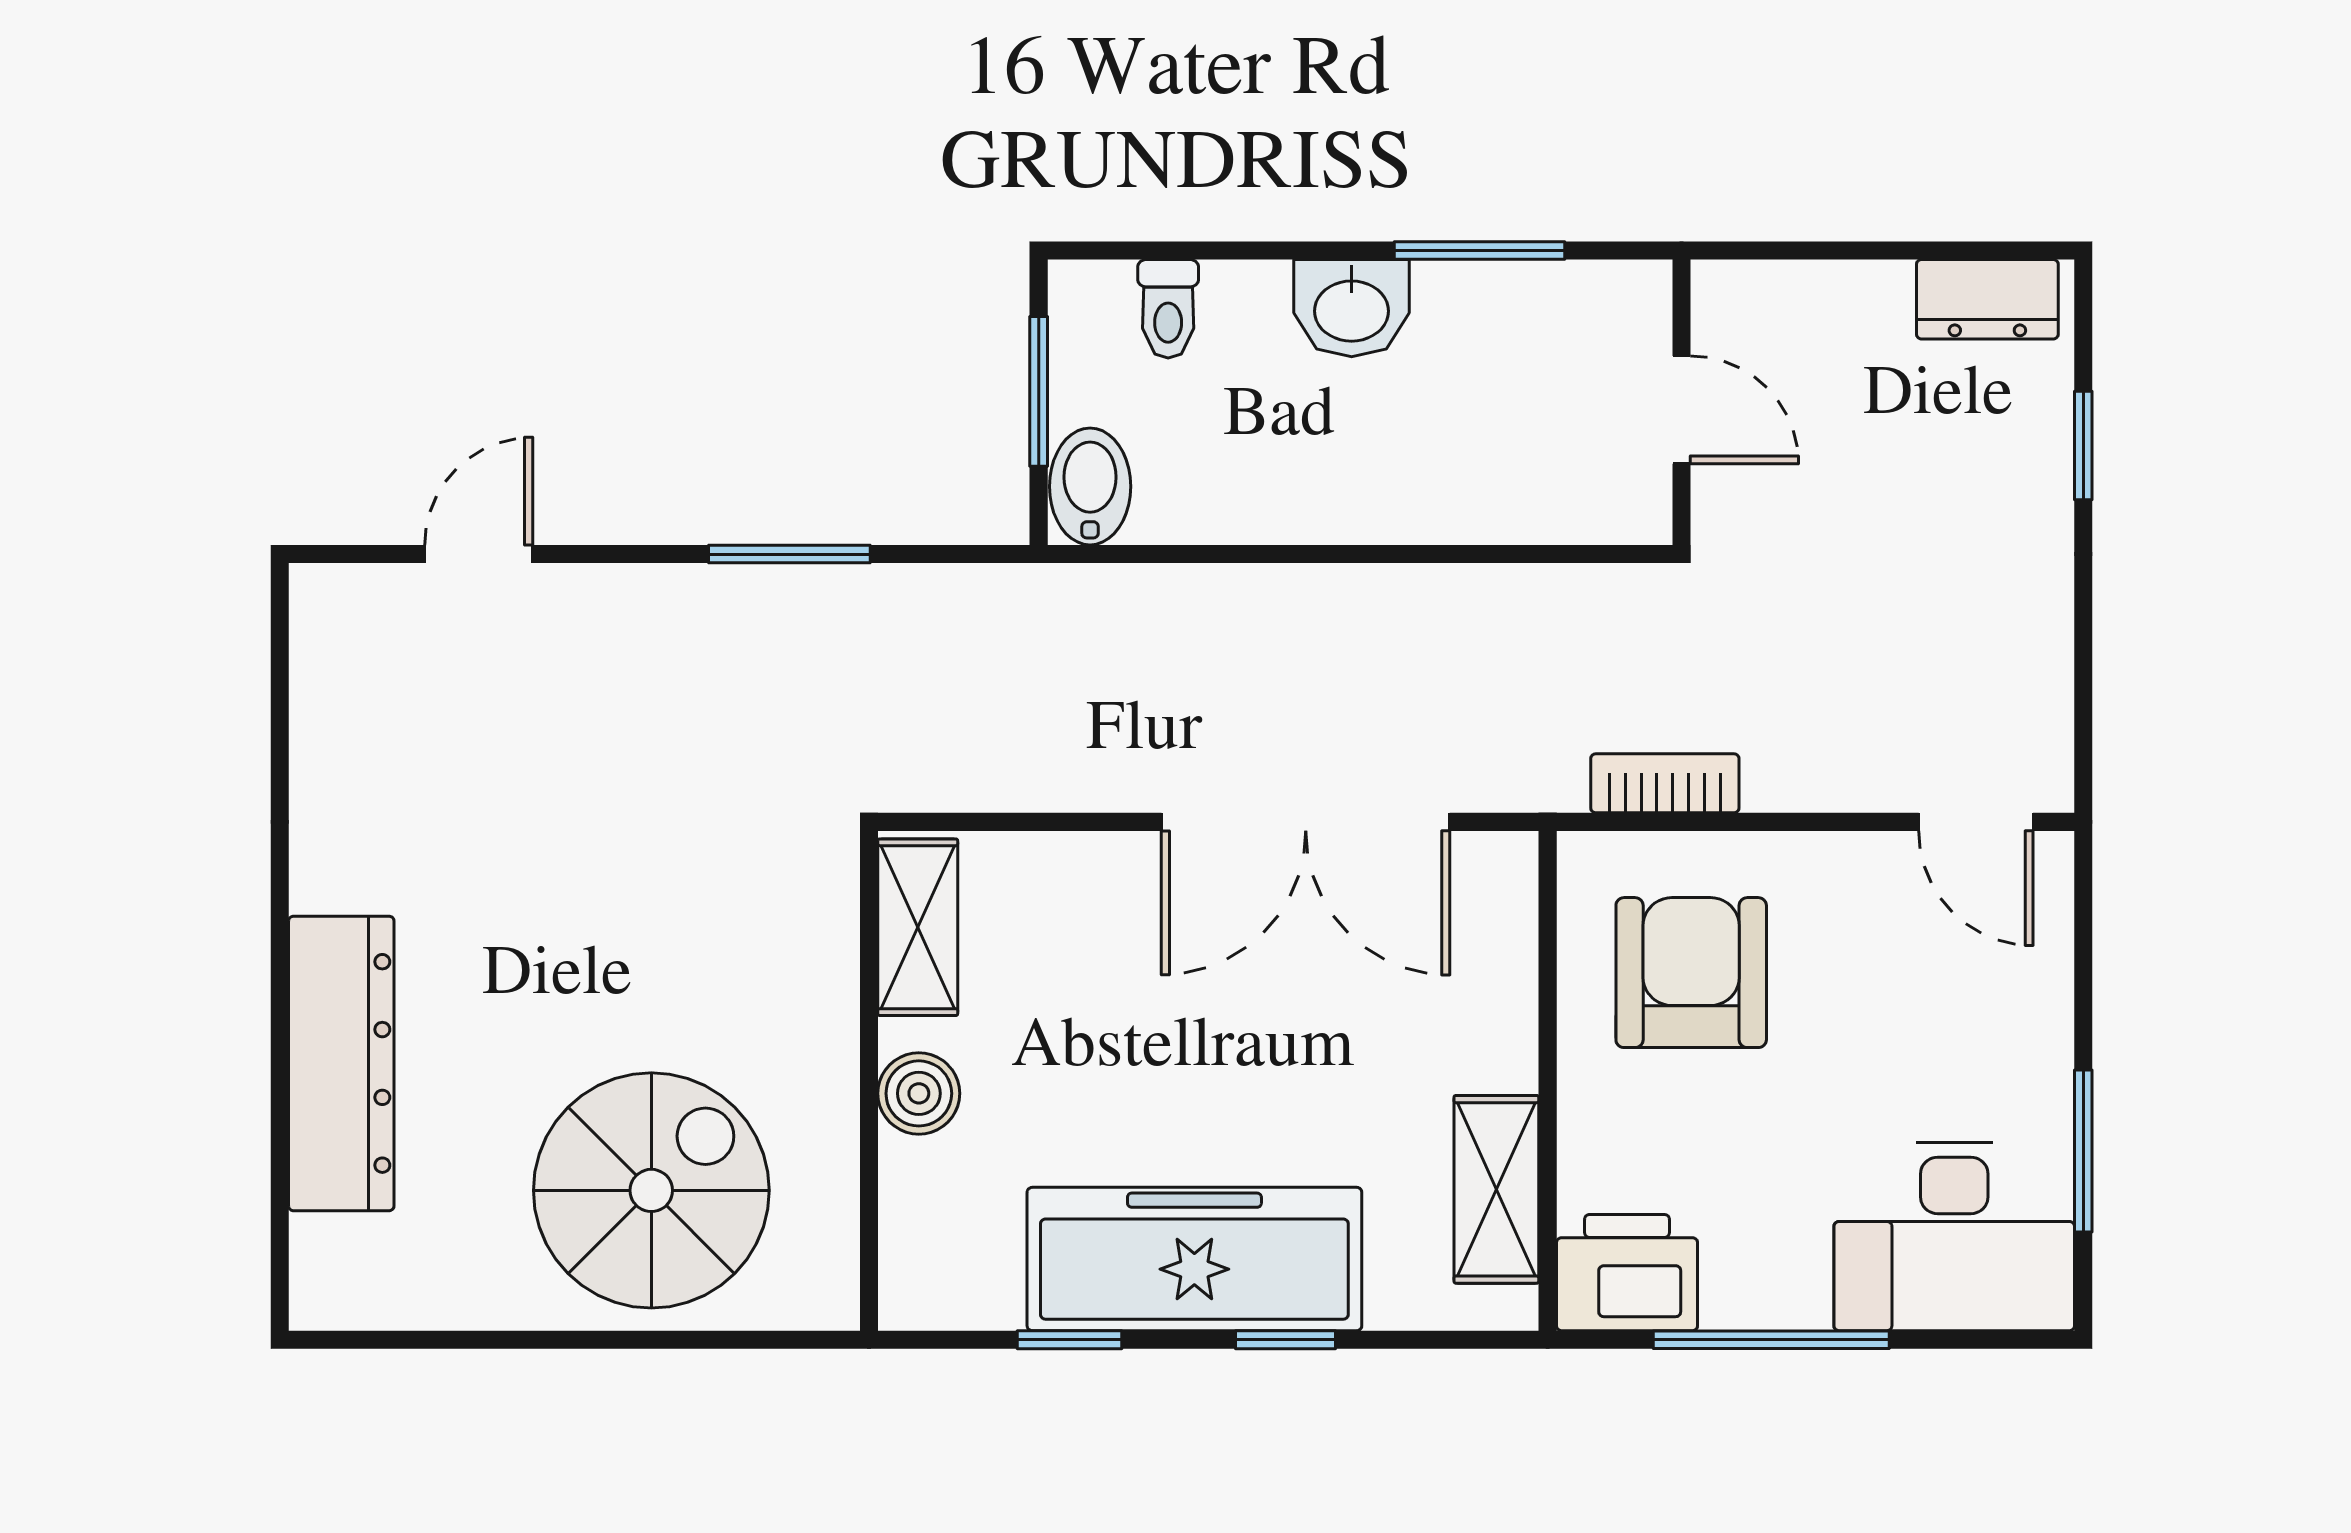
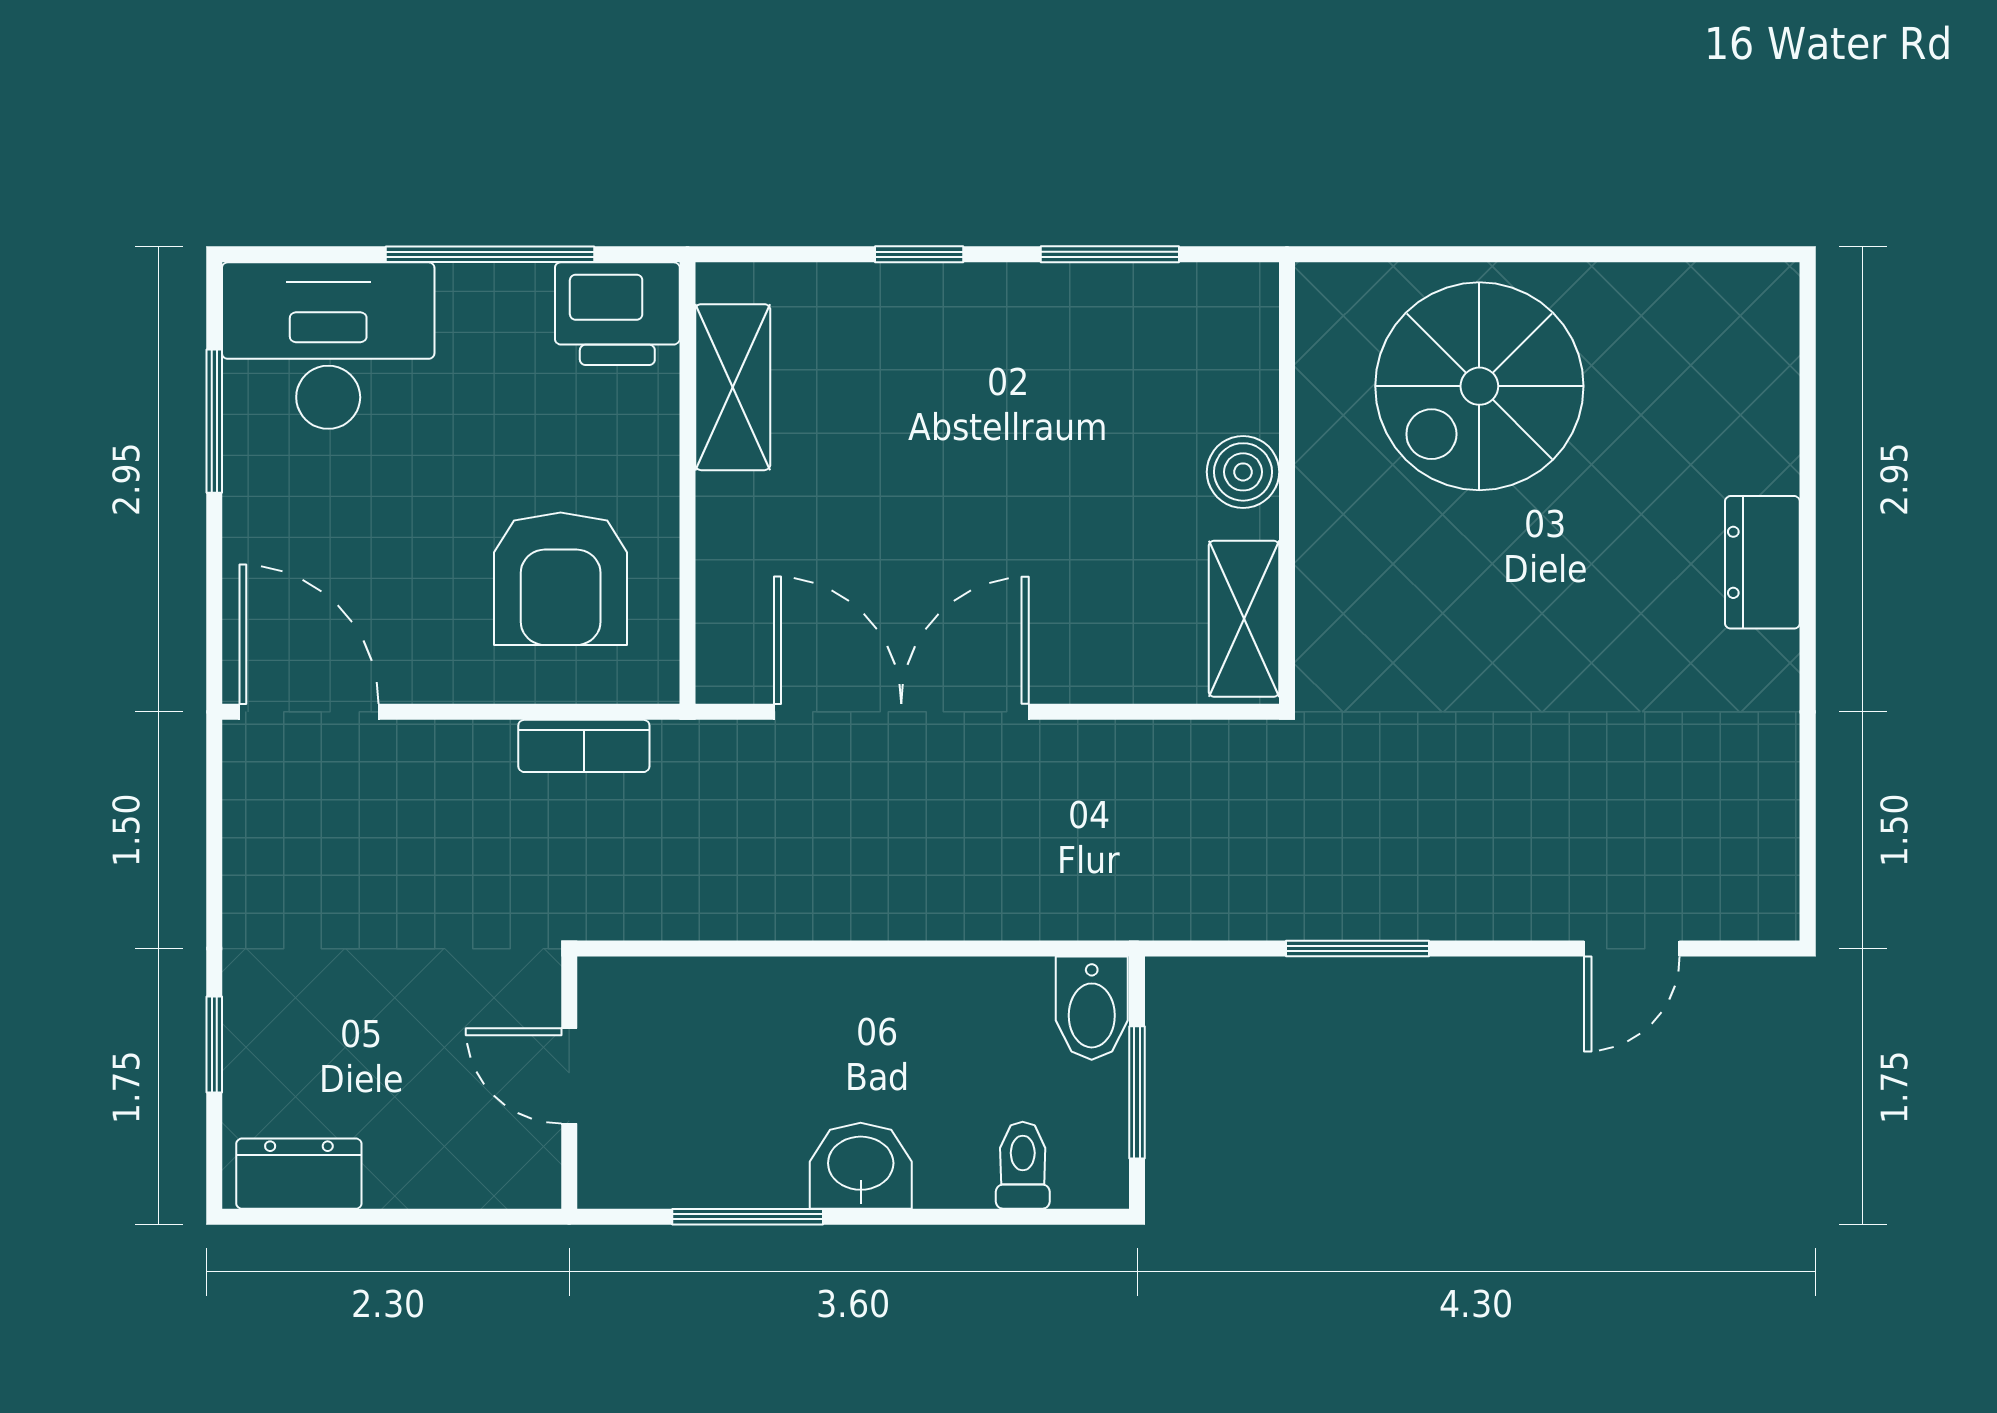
door: (1976, 822) -> (309, 712), width x1.38
dresser: (341, 1063) -> (1762, 562), width x0.51, depth x0.80
freezer: (1194, 1259) -> (1000, 326), removed
window: (1069, 1340) -> (1110, 254), width x1.50

